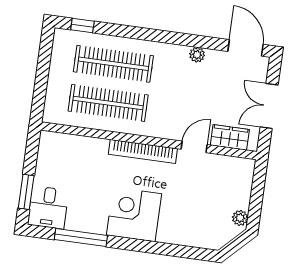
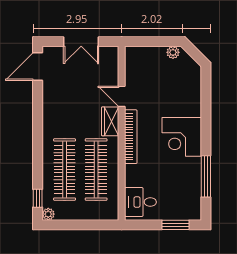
plant: (197, 55) -> (48, 214), moved
wardrobe: (230, 137) -> (110, 121), moved
desk: (48, 207) -> (140, 202), moved, turned 180

